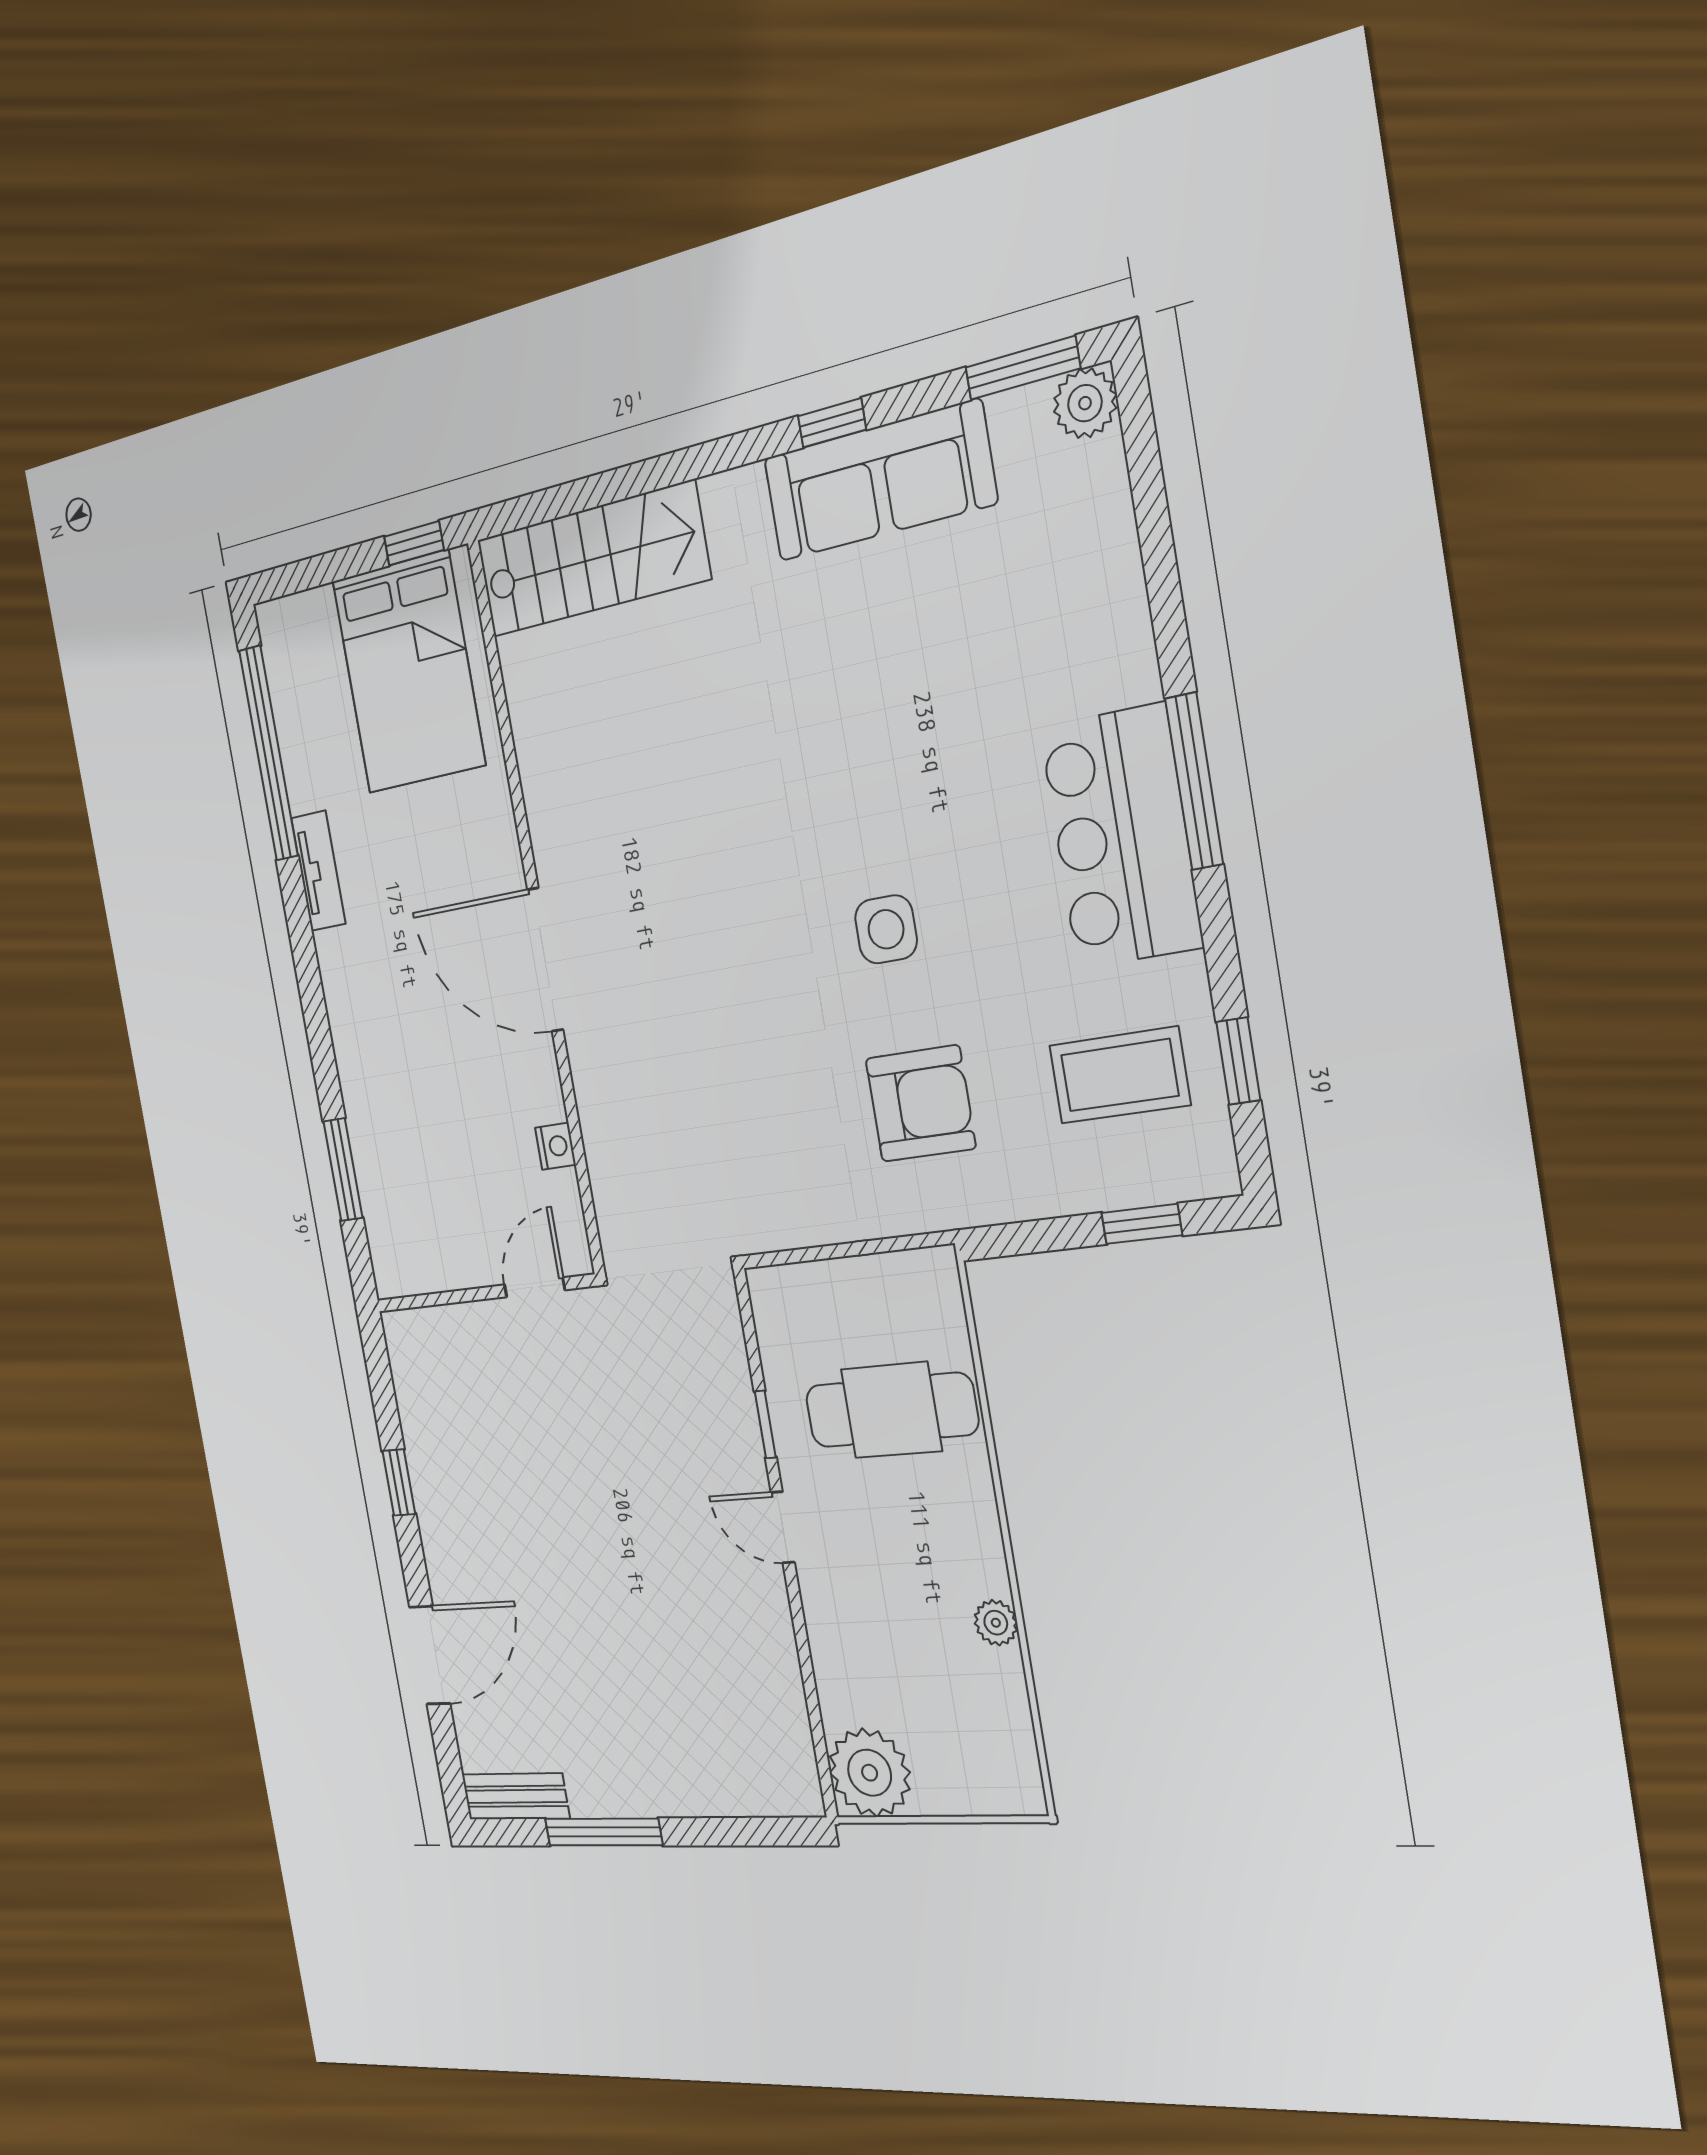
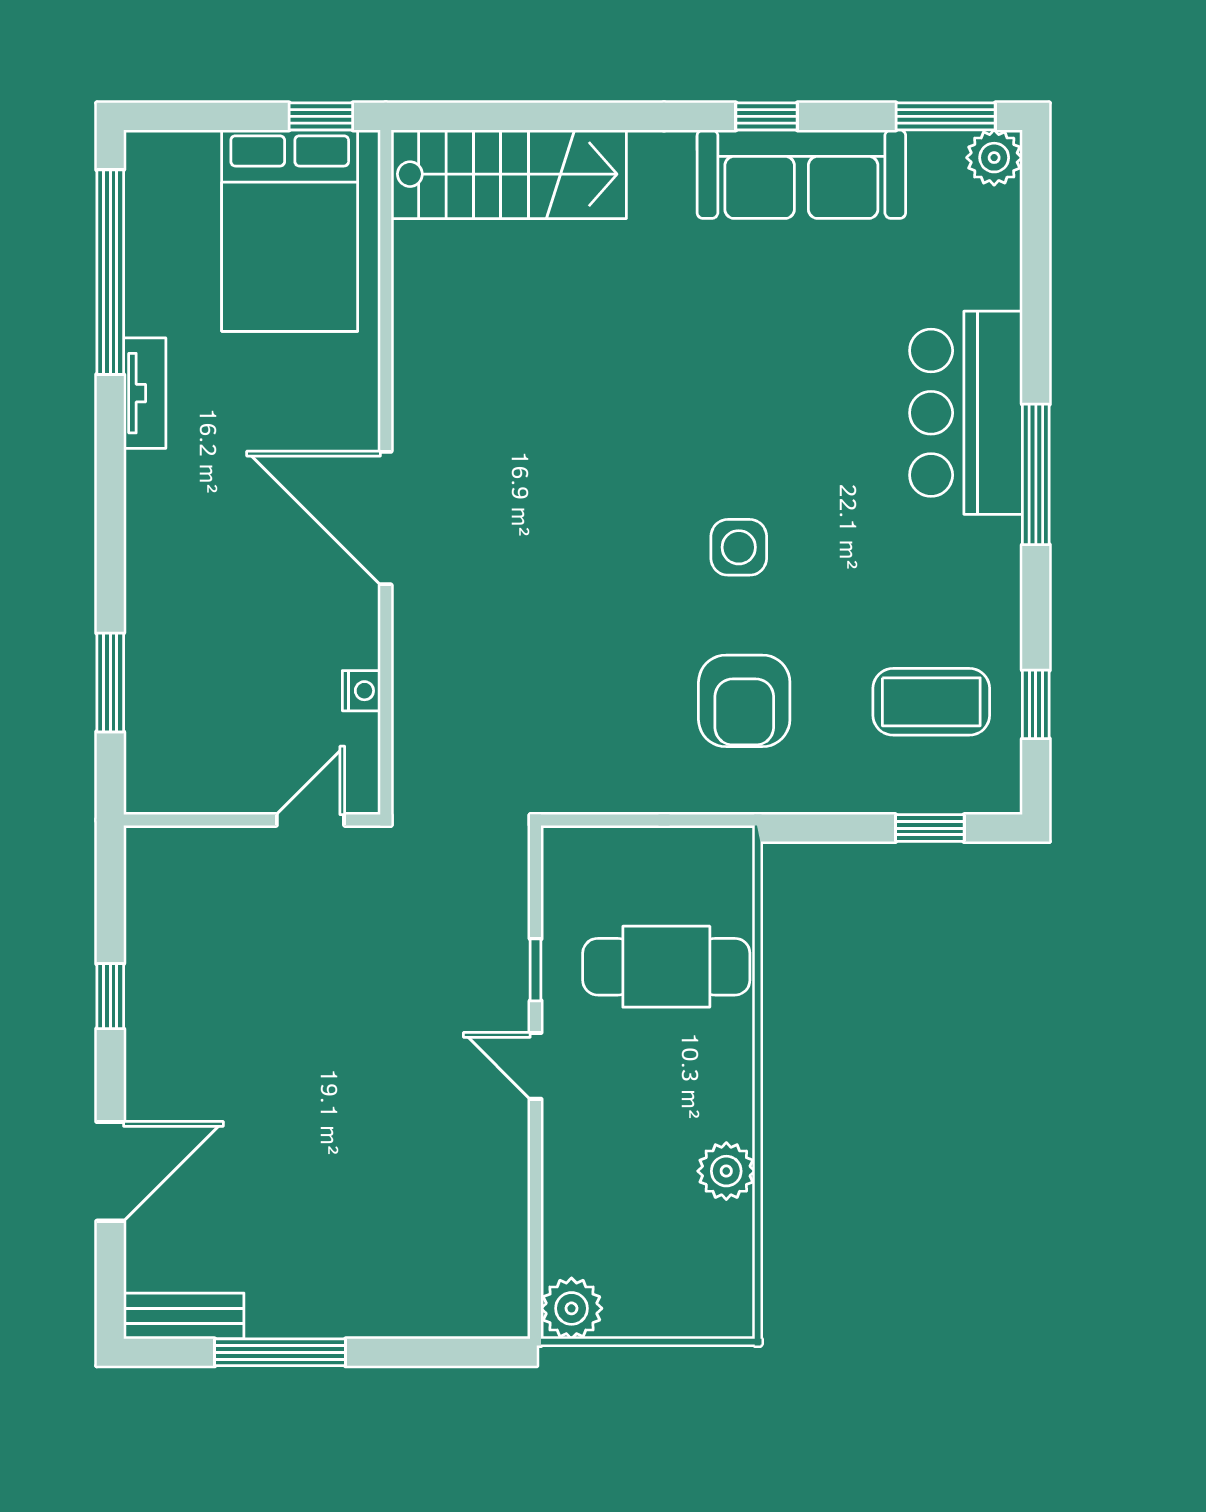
bar counter: (1121, 837) -> (966, 413), moved
armchair: (921, 1103) -> (744, 701), turned 90
plant: (996, 1623) -> (726, 1171), width x1.38, depth x1.38
plant: (870, 1773) -> (571, 1308), width x0.73, depth x0.73

